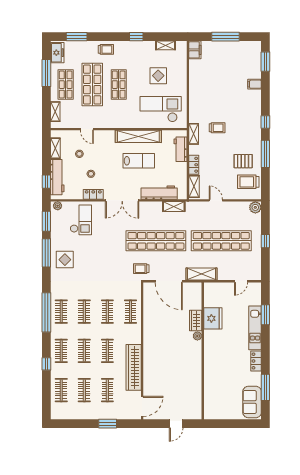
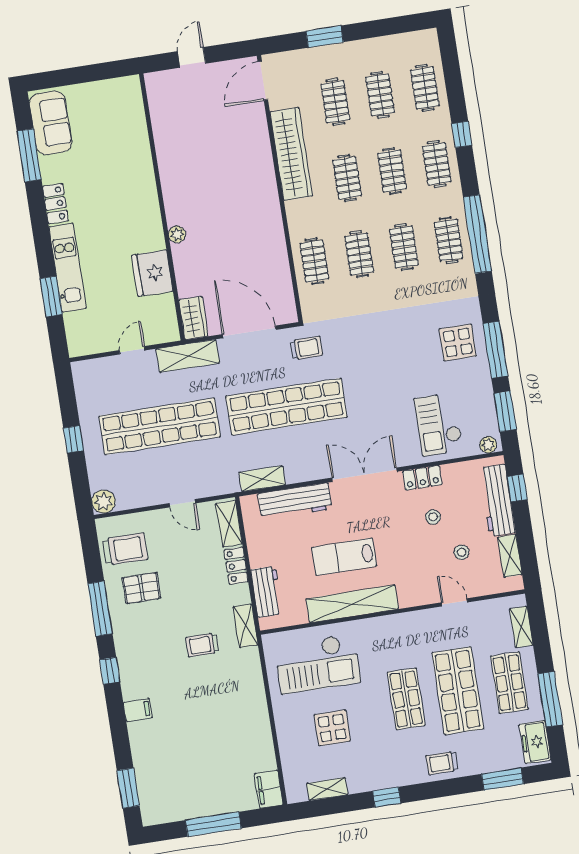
filing cabinet: (255, 84) -> (138, 710), moved
door: (241, 281) -> (132, 350), moved
wardrobe: (196, 320) -> (193, 318), moved

